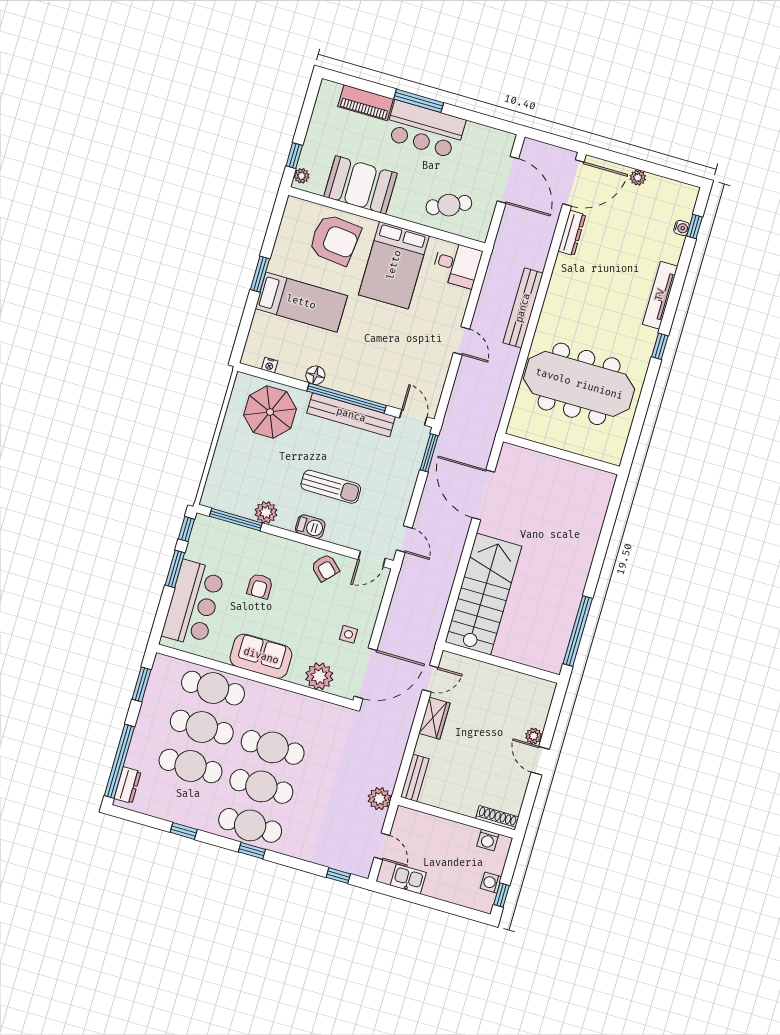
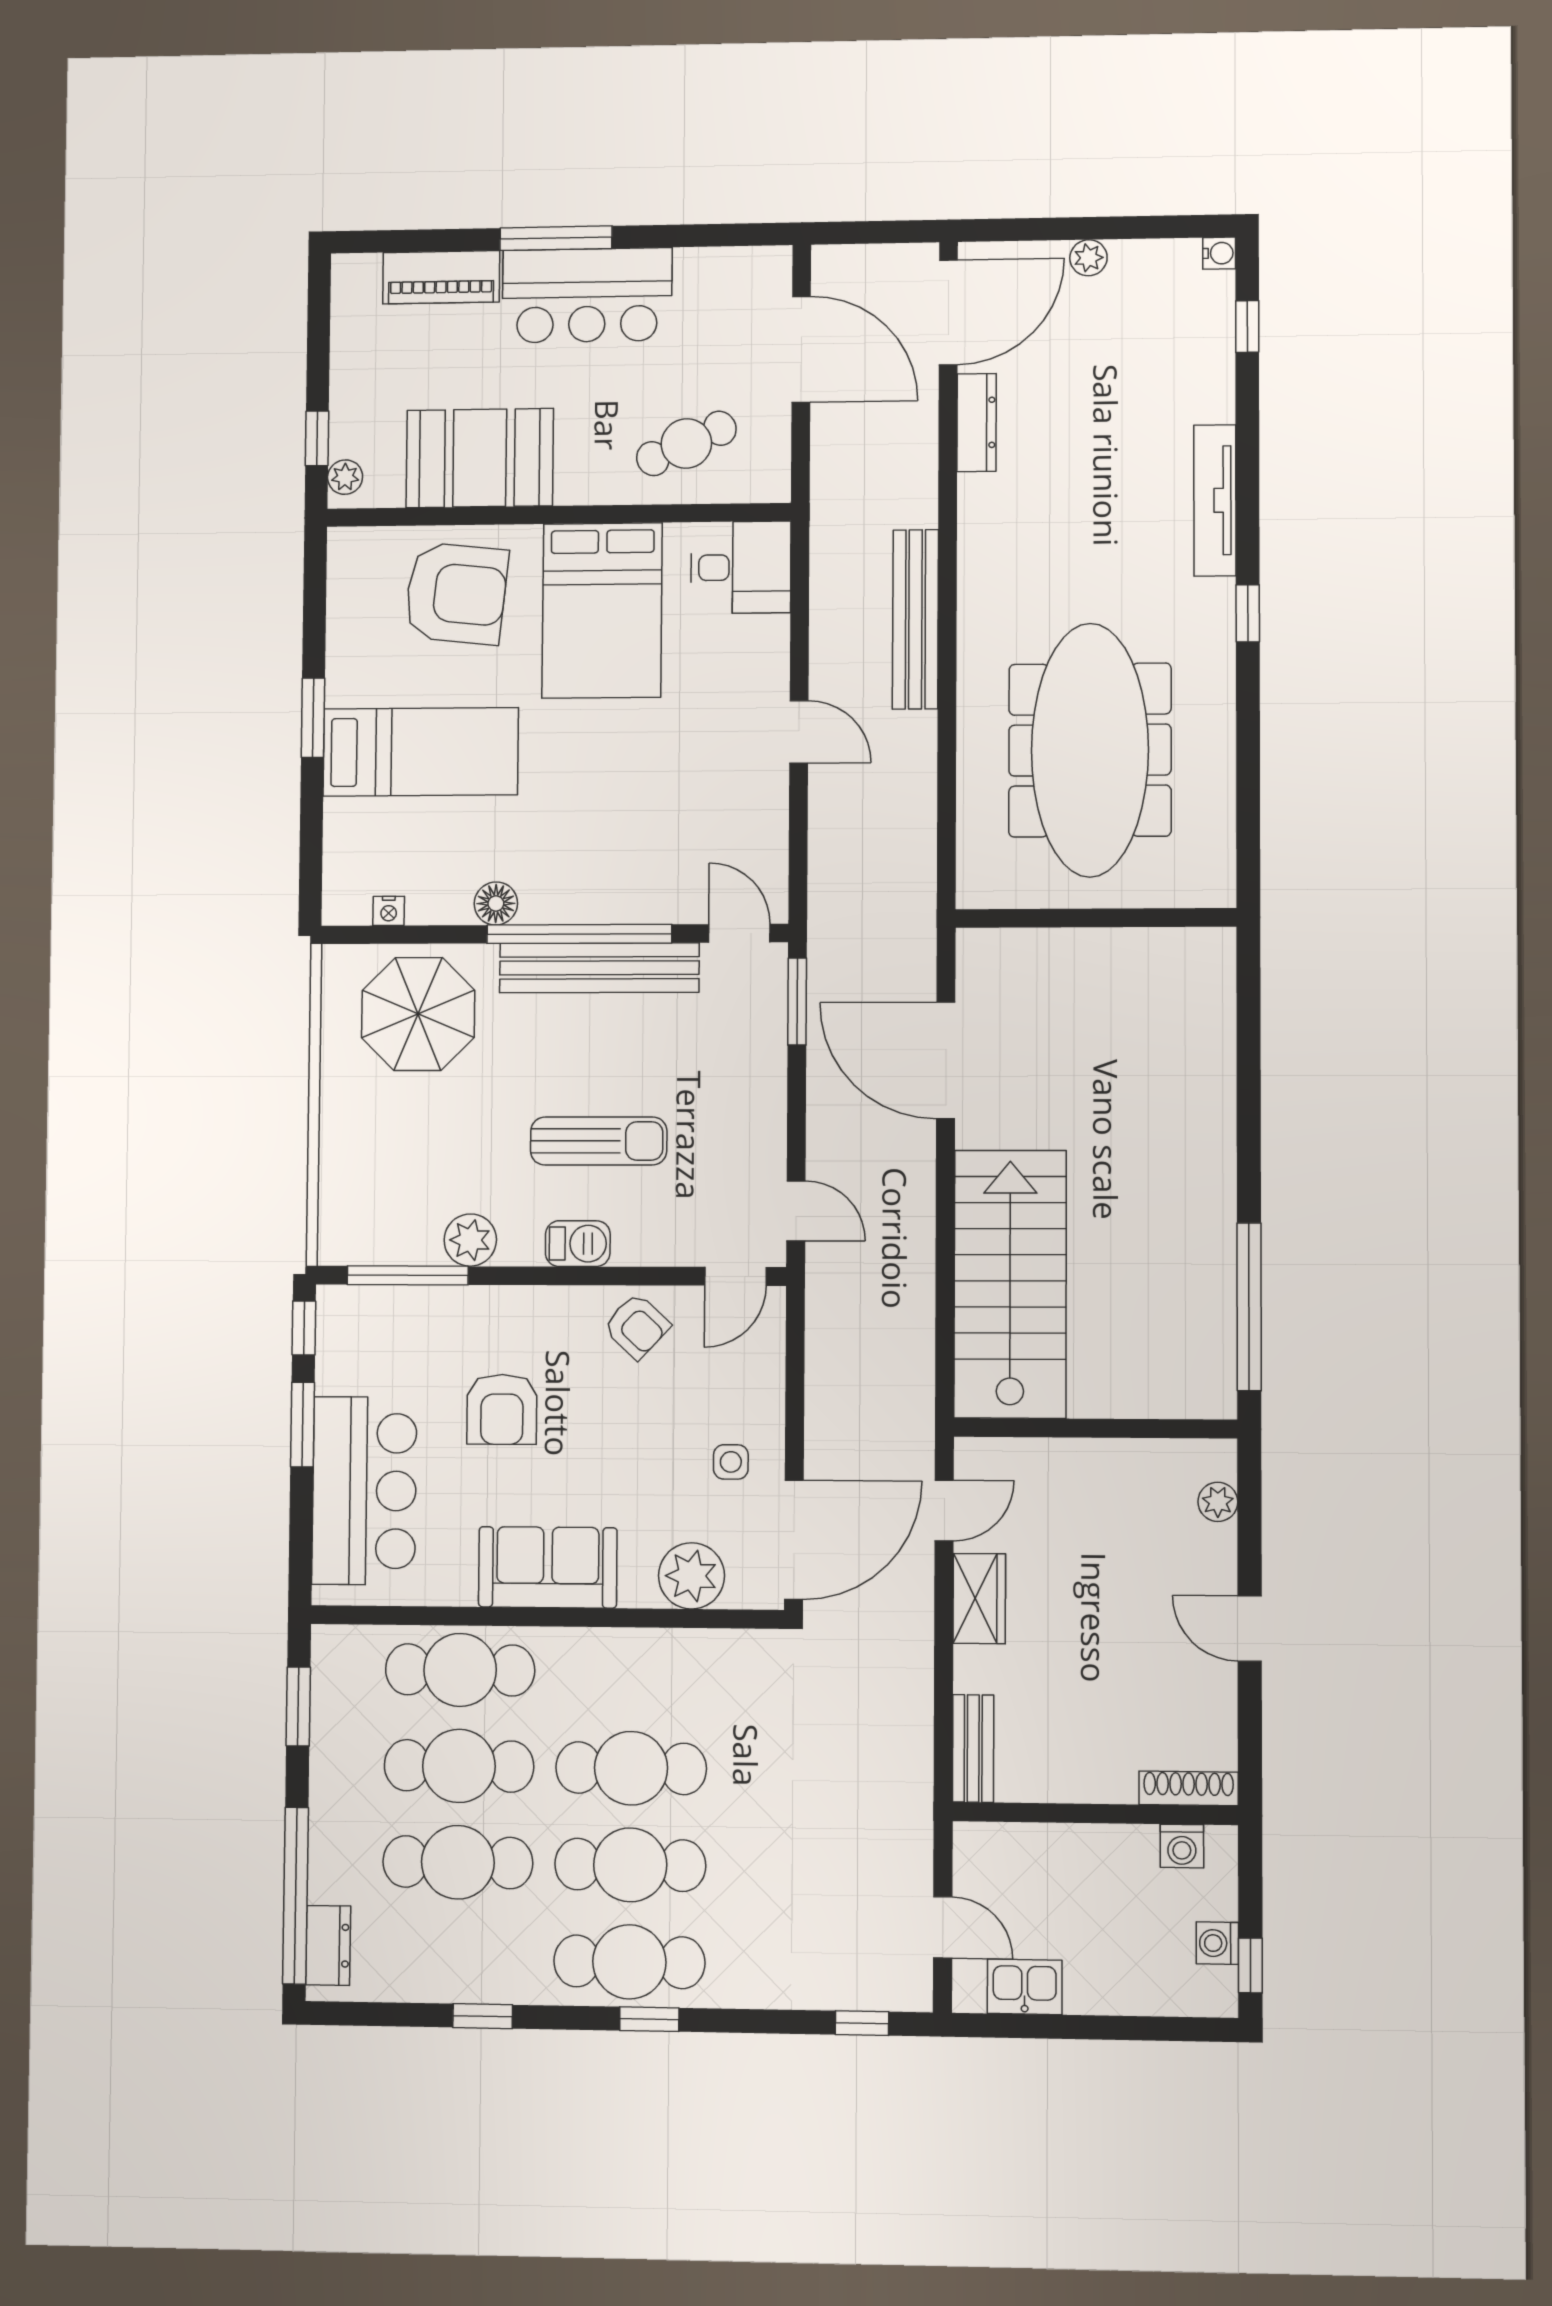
water cooler: (682, 228) -> (1219, 253), moved
meeting table: (579, 384) -> (1090, 750), turned 90
armchair: (260, 586) -> (502, 1409), width x1.38, depth x1.38
plant: (534, 736) -> (1218, 1502), moved
plant: (379, 799) -> (906, 1819), removed

